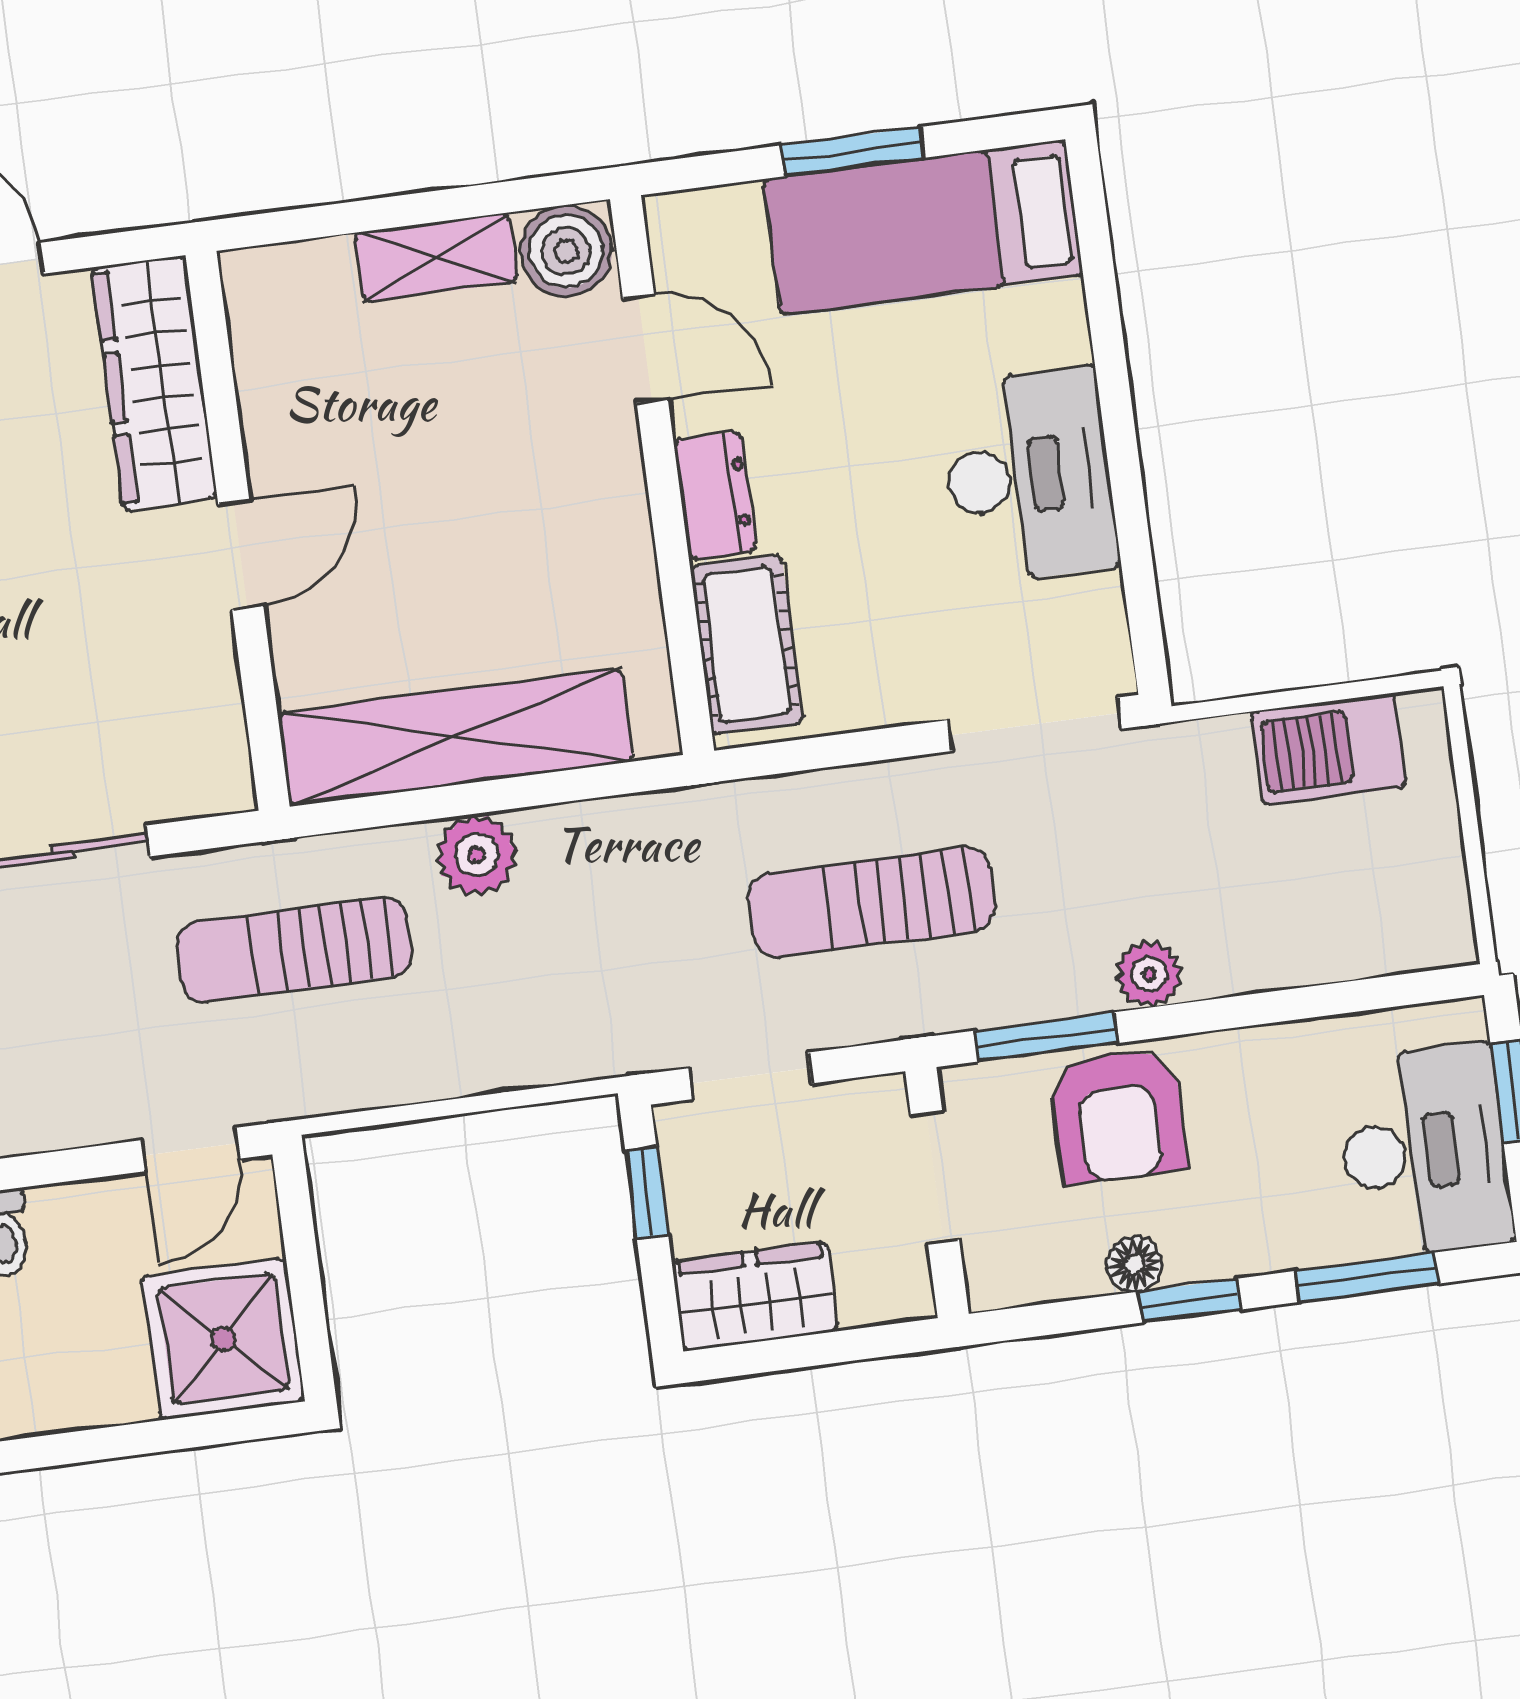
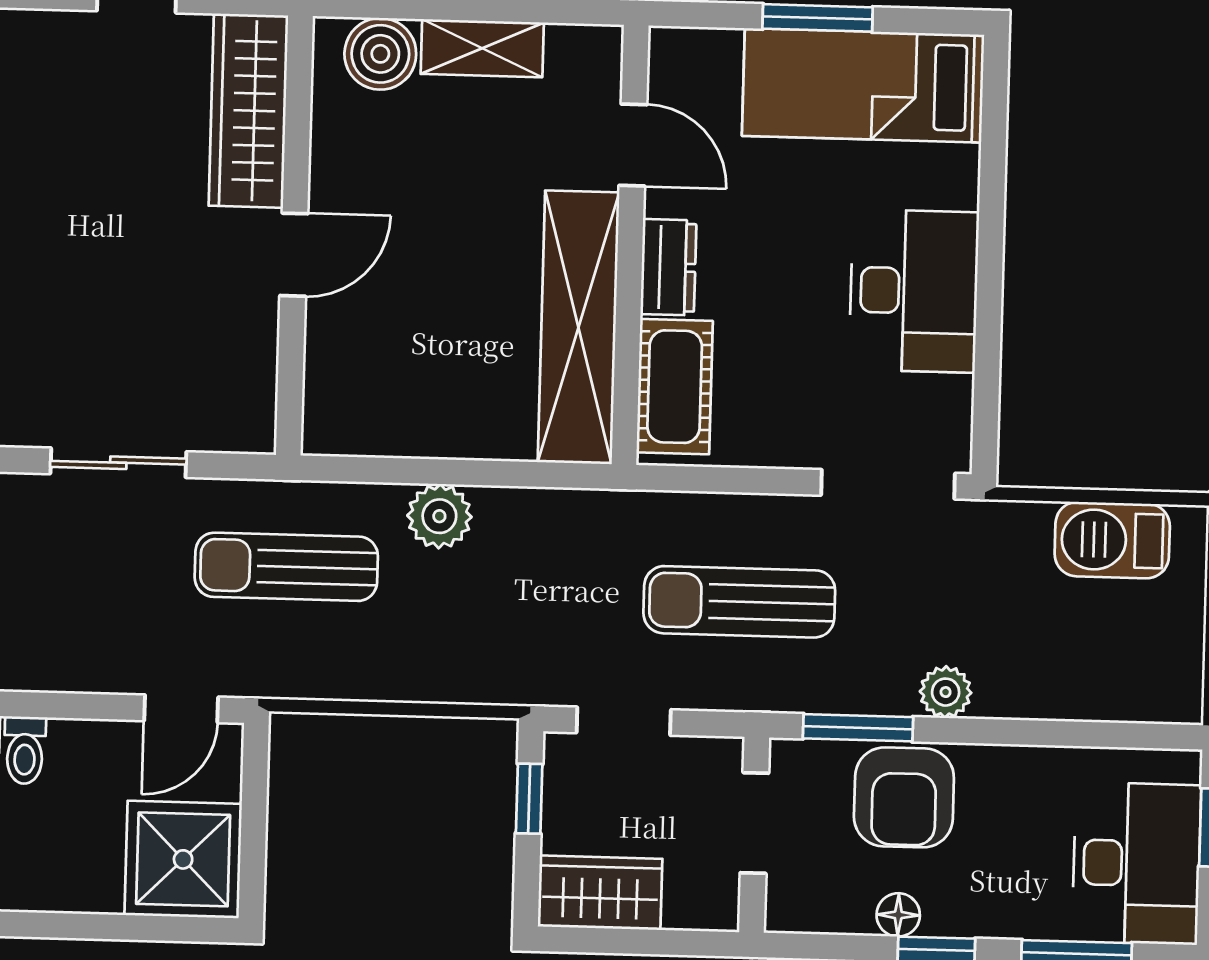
boiler: (566, 251) -> (380, 54), moved
shelving: (455, 737) -> (578, 327), moved, turned 90

